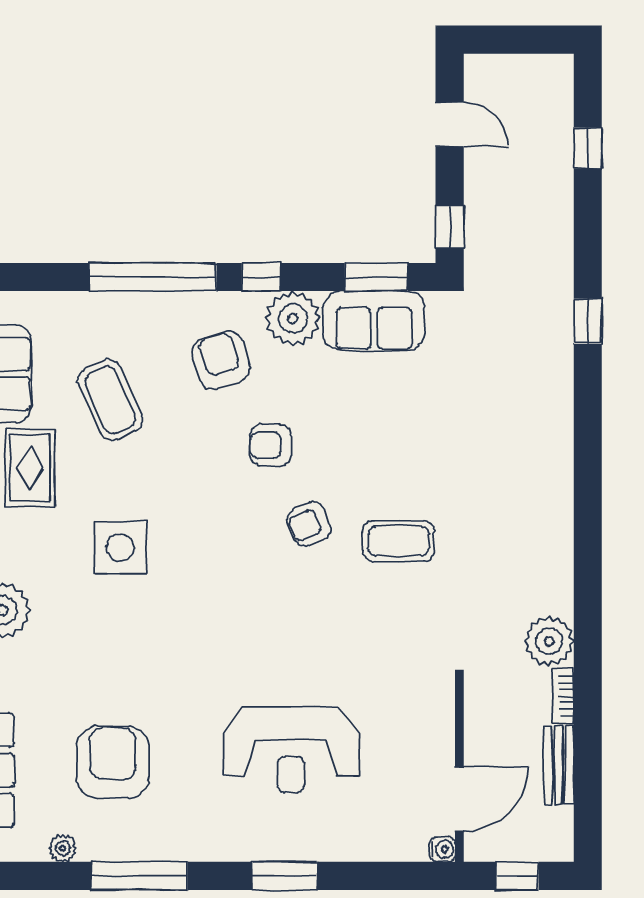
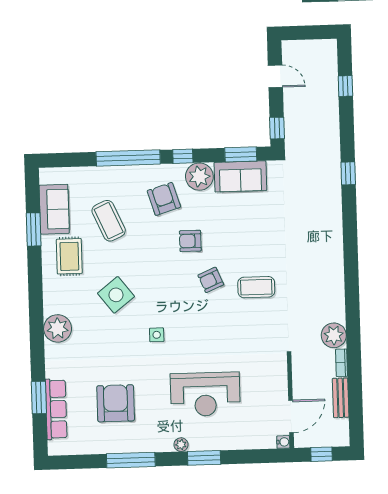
side table: (120, 547) -> (116, 295), turned -38
side table: (198, 629) -> (157, 335), added
plant: (63, 848) -> (181, 445), moved

